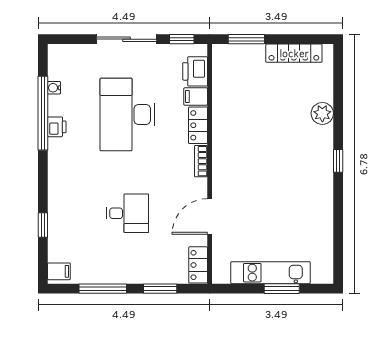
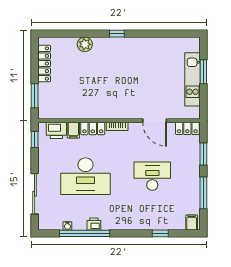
sliding door: (126, 39) -> (35, 194), moved
desk: (127, 213) -> (152, 176), width x1.37

